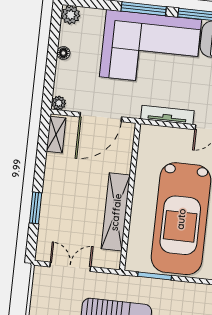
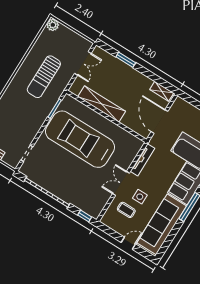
plant: (59, 103) -> (179, 101), removed

